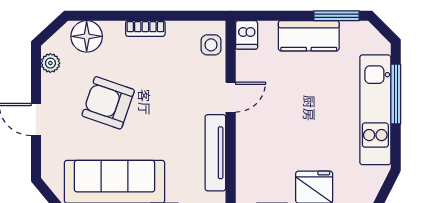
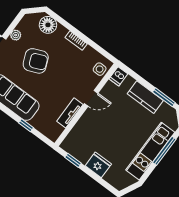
plant: (50, 63) -> (16, 35), moved
armchair: (108, 103) -> (36, 61), turned 138
tv unit: (215, 153) -> (70, 113), width x0.71

